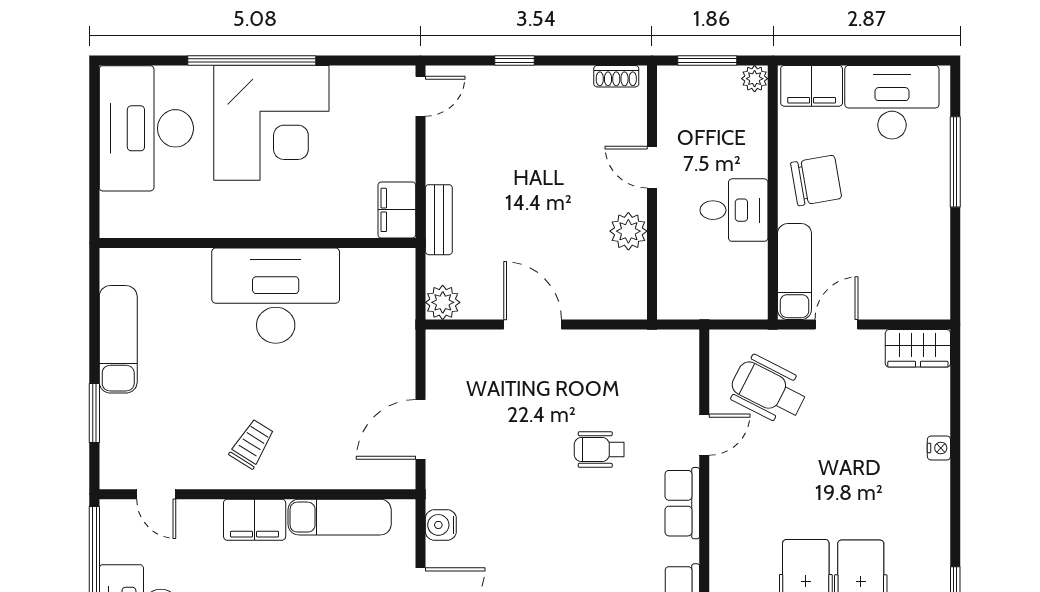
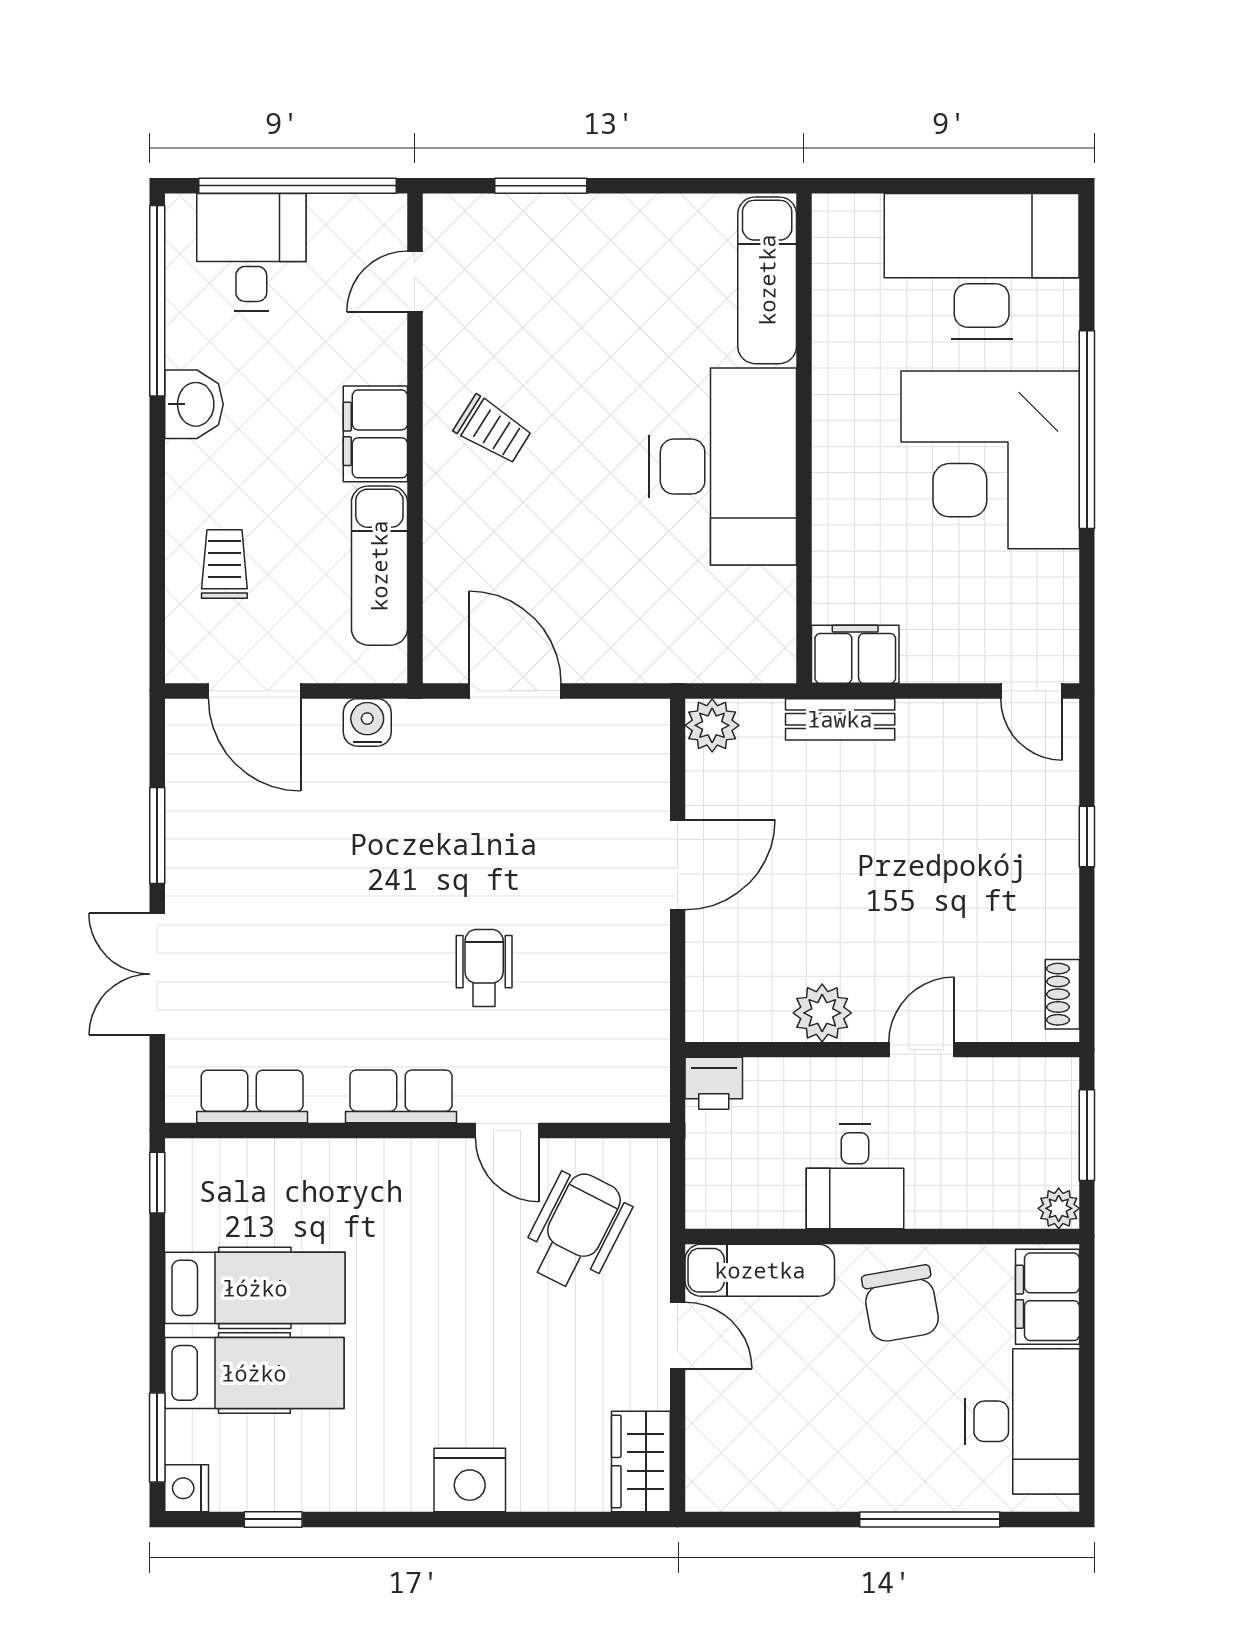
printer: (674, 301) -> (714, 1083), added
exam couch: (118, 339) -> (767, 280), moved, turned 90
nightstand: (939, 448) -> (470, 1480), width x1.89, depth x1.79

